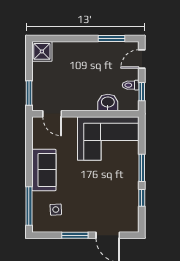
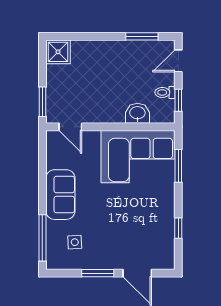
window: (142, 168) -> (178, 166), moved

